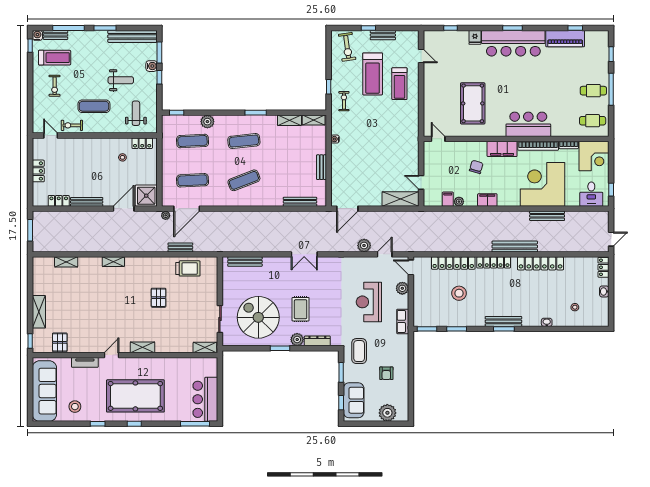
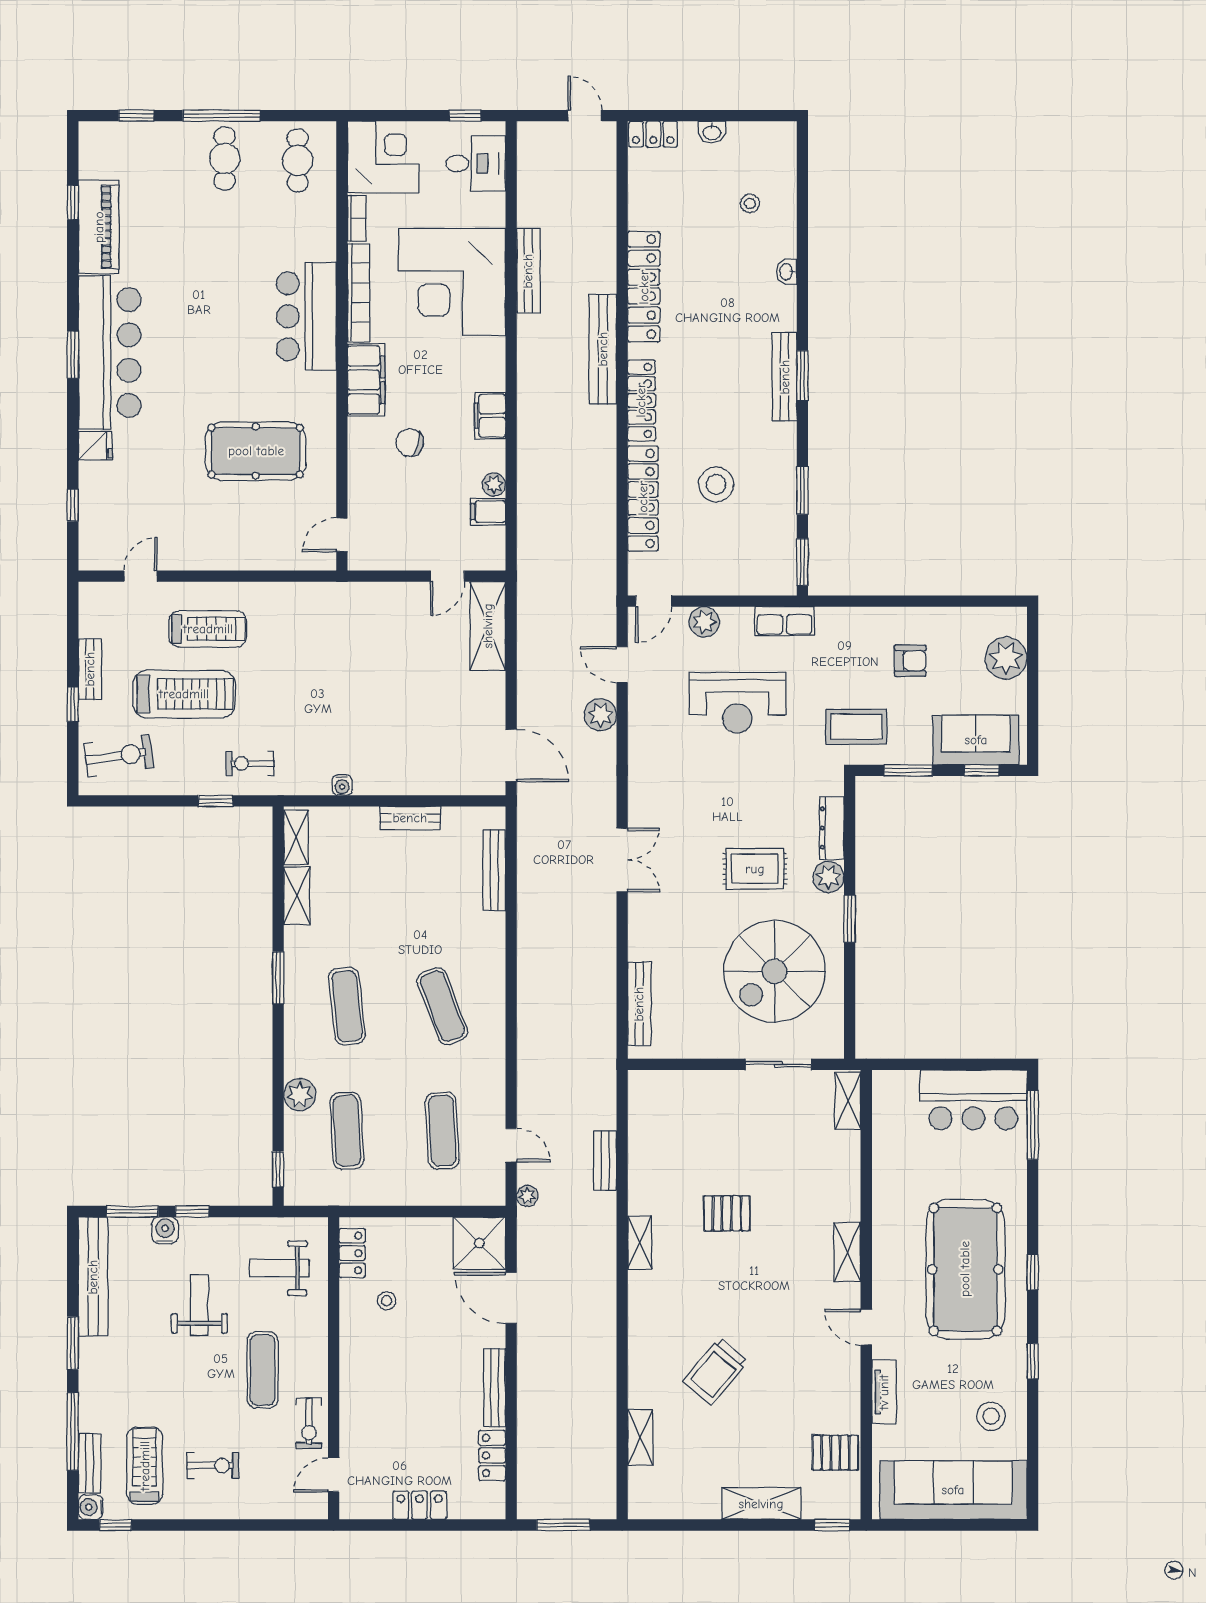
door: (187, 209) -> (511, 1145), width x0.53
shelving: (113, 262) -> (640, 1243), moved
trolley: (188, 268) -> (715, 1371), moved, turned -140

